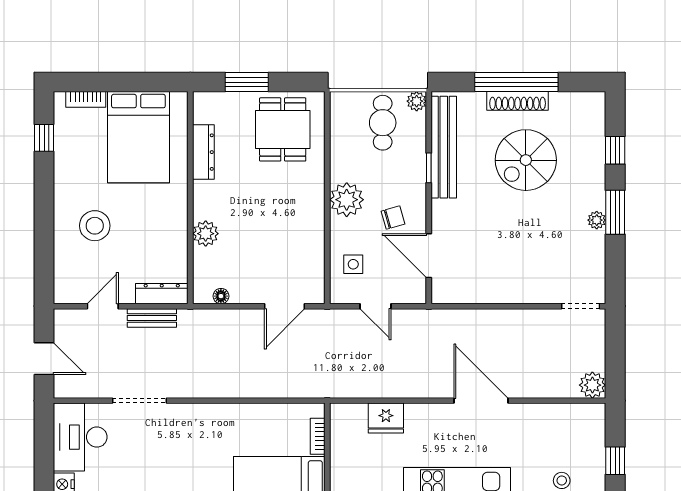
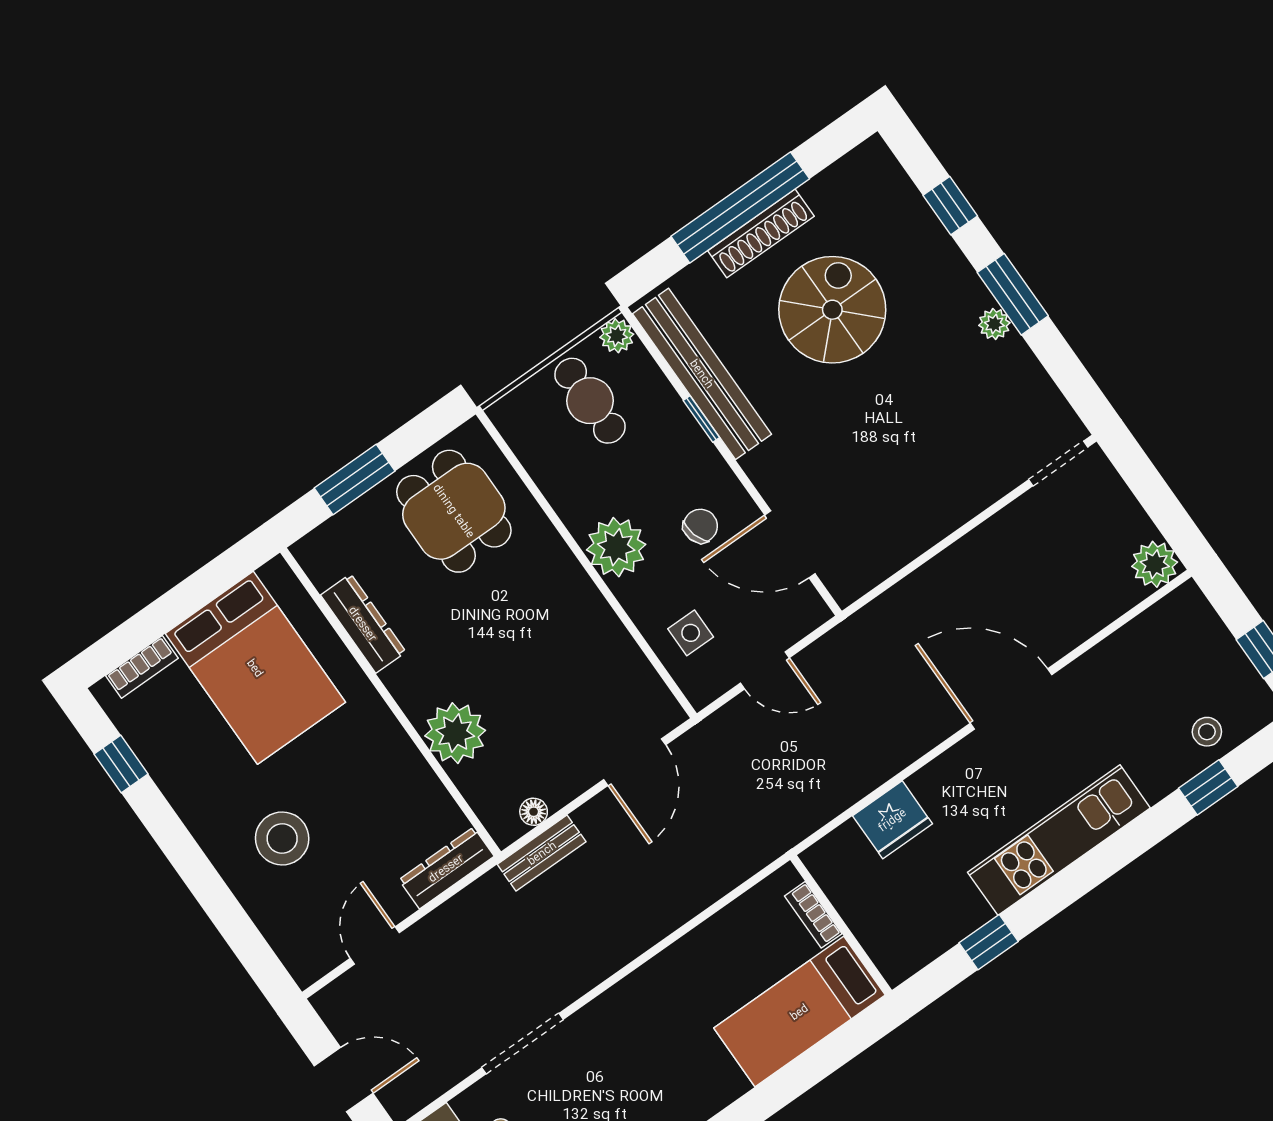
spiral stairs: (526, 160) -> (832, 310), turned 180
plant: (206, 234) -> (455, 733), width x1.36, depth x1.36
bench: (152, 318) -> (542, 853), moved

